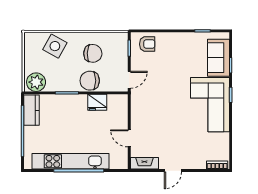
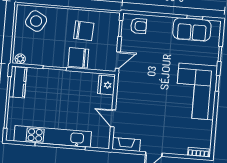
side table: (55, 46) -> (36, 21), moved
sofa: (219, 58) -> (192, 29), moved, turned -90
plant: (36, 82) -> (20, 59), width x0.53, depth x0.53
fridge: (97, 102) -> (106, 85), moved, turned 90

